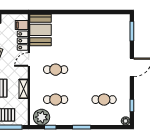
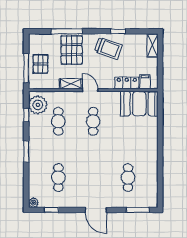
cafe table: (104, 40) -> (128, 178), added
door: (29, 60) -> (90, 90), moved

